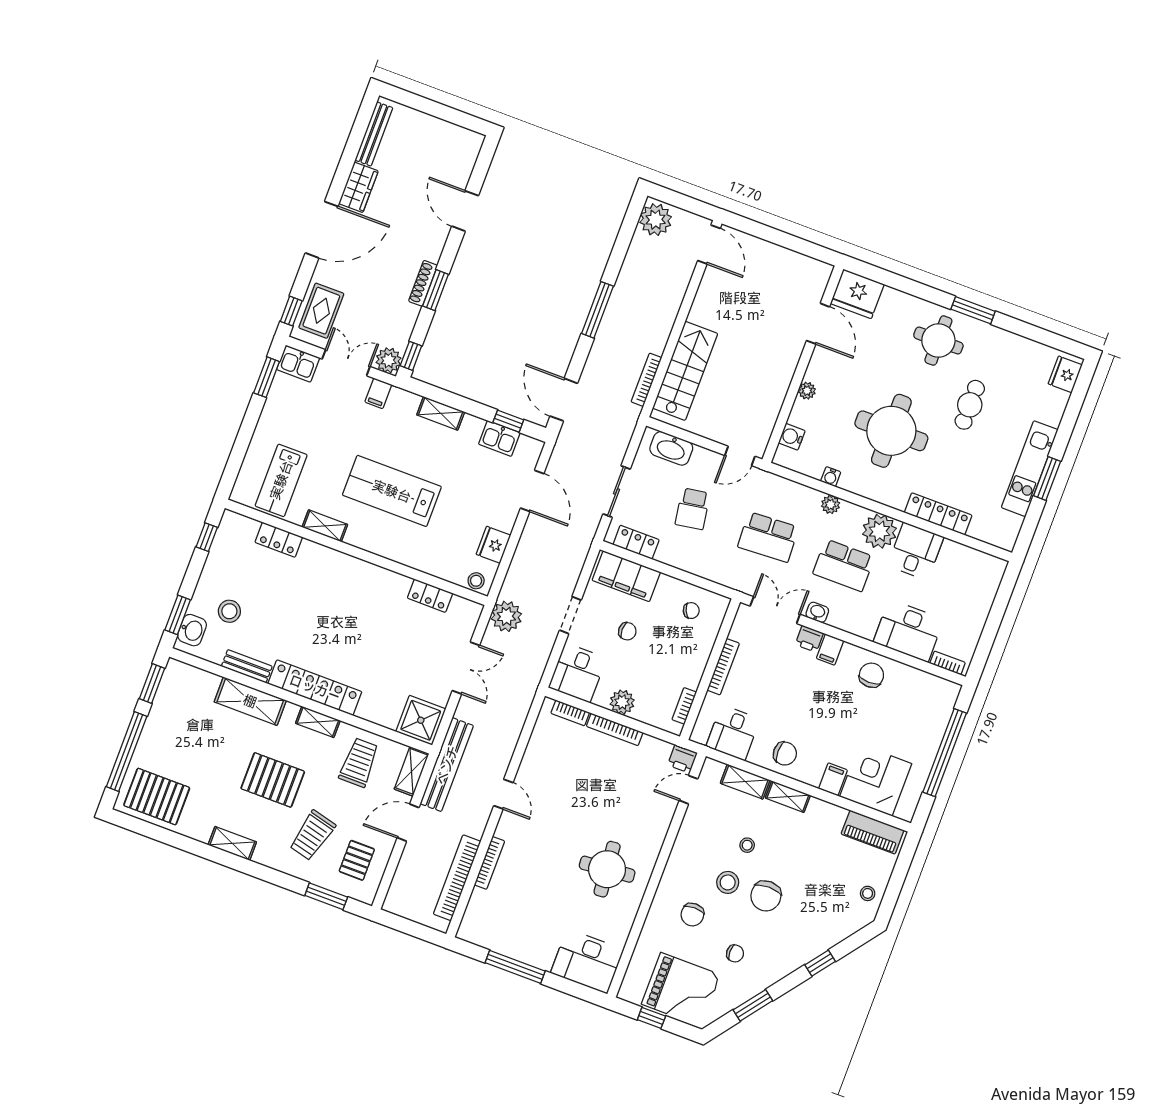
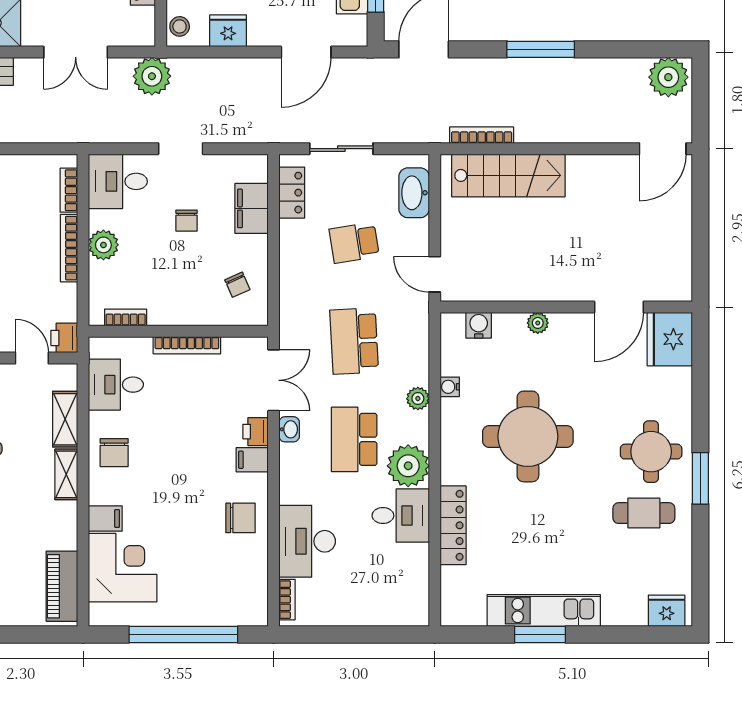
cafe table: (970, 405) -> (644, 513), moved
filing cabinet: (626, 576) -> (252, 208), width x0.67, depth x0.86

